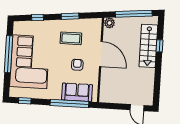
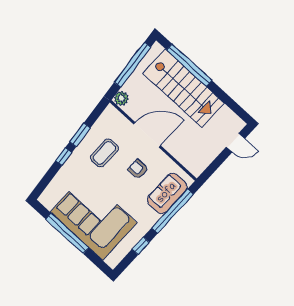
window: (37, 18) -> (64, 157), moved
stairs: (148, 46) -> (184, 88), width x1.36, depth x1.51
window: (159, 46) -> (189, 65), width x3.17
window: (25, 101) -> (141, 246), moved

